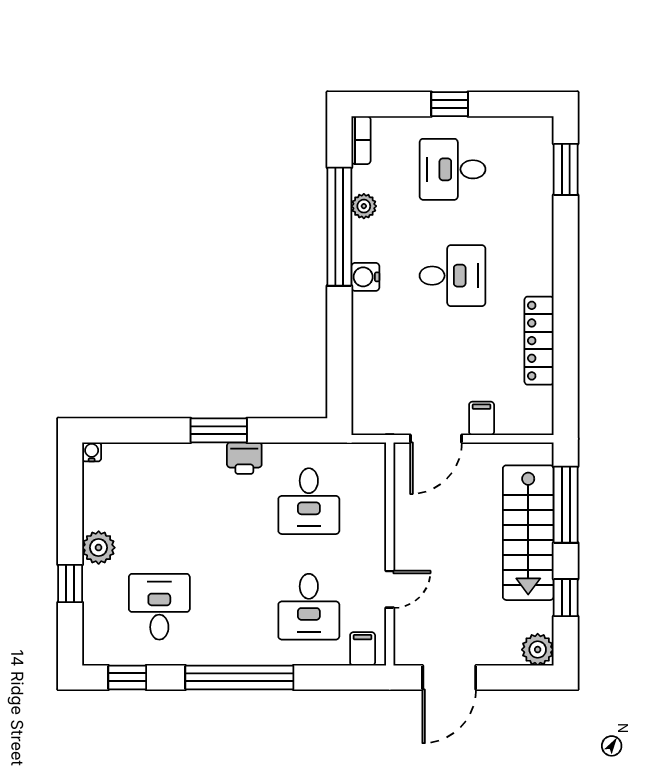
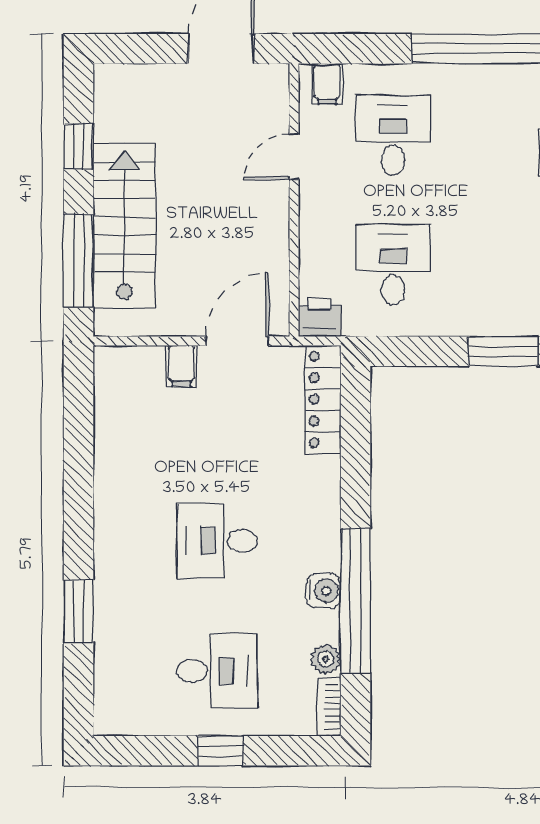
window: (566, 169) -> (79, 611), moved
plant: (364, 206) -> (326, 659), moved
water cooler: (365, 277) -> (324, 591), moved
locker: (539, 341) -> (323, 399), moved, turned 180
printer: (244, 458) -> (320, 317), moved
plant: (538, 650) -> (113, 83), removed

